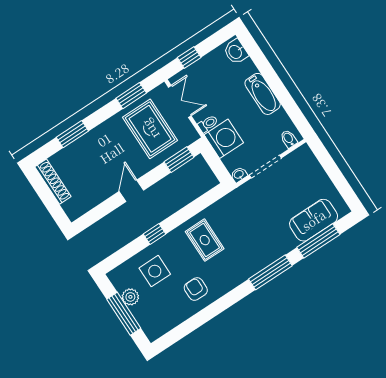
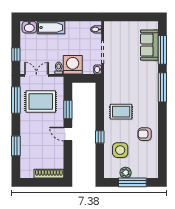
bathtub: (263, 94) -> (51, 28), moved
window: (131, 96) -> (16, 100), width x1.44
window: (179, 160) -> (68, 110), moved
shoe rack: (53, 182) -> (49, 174), moved

